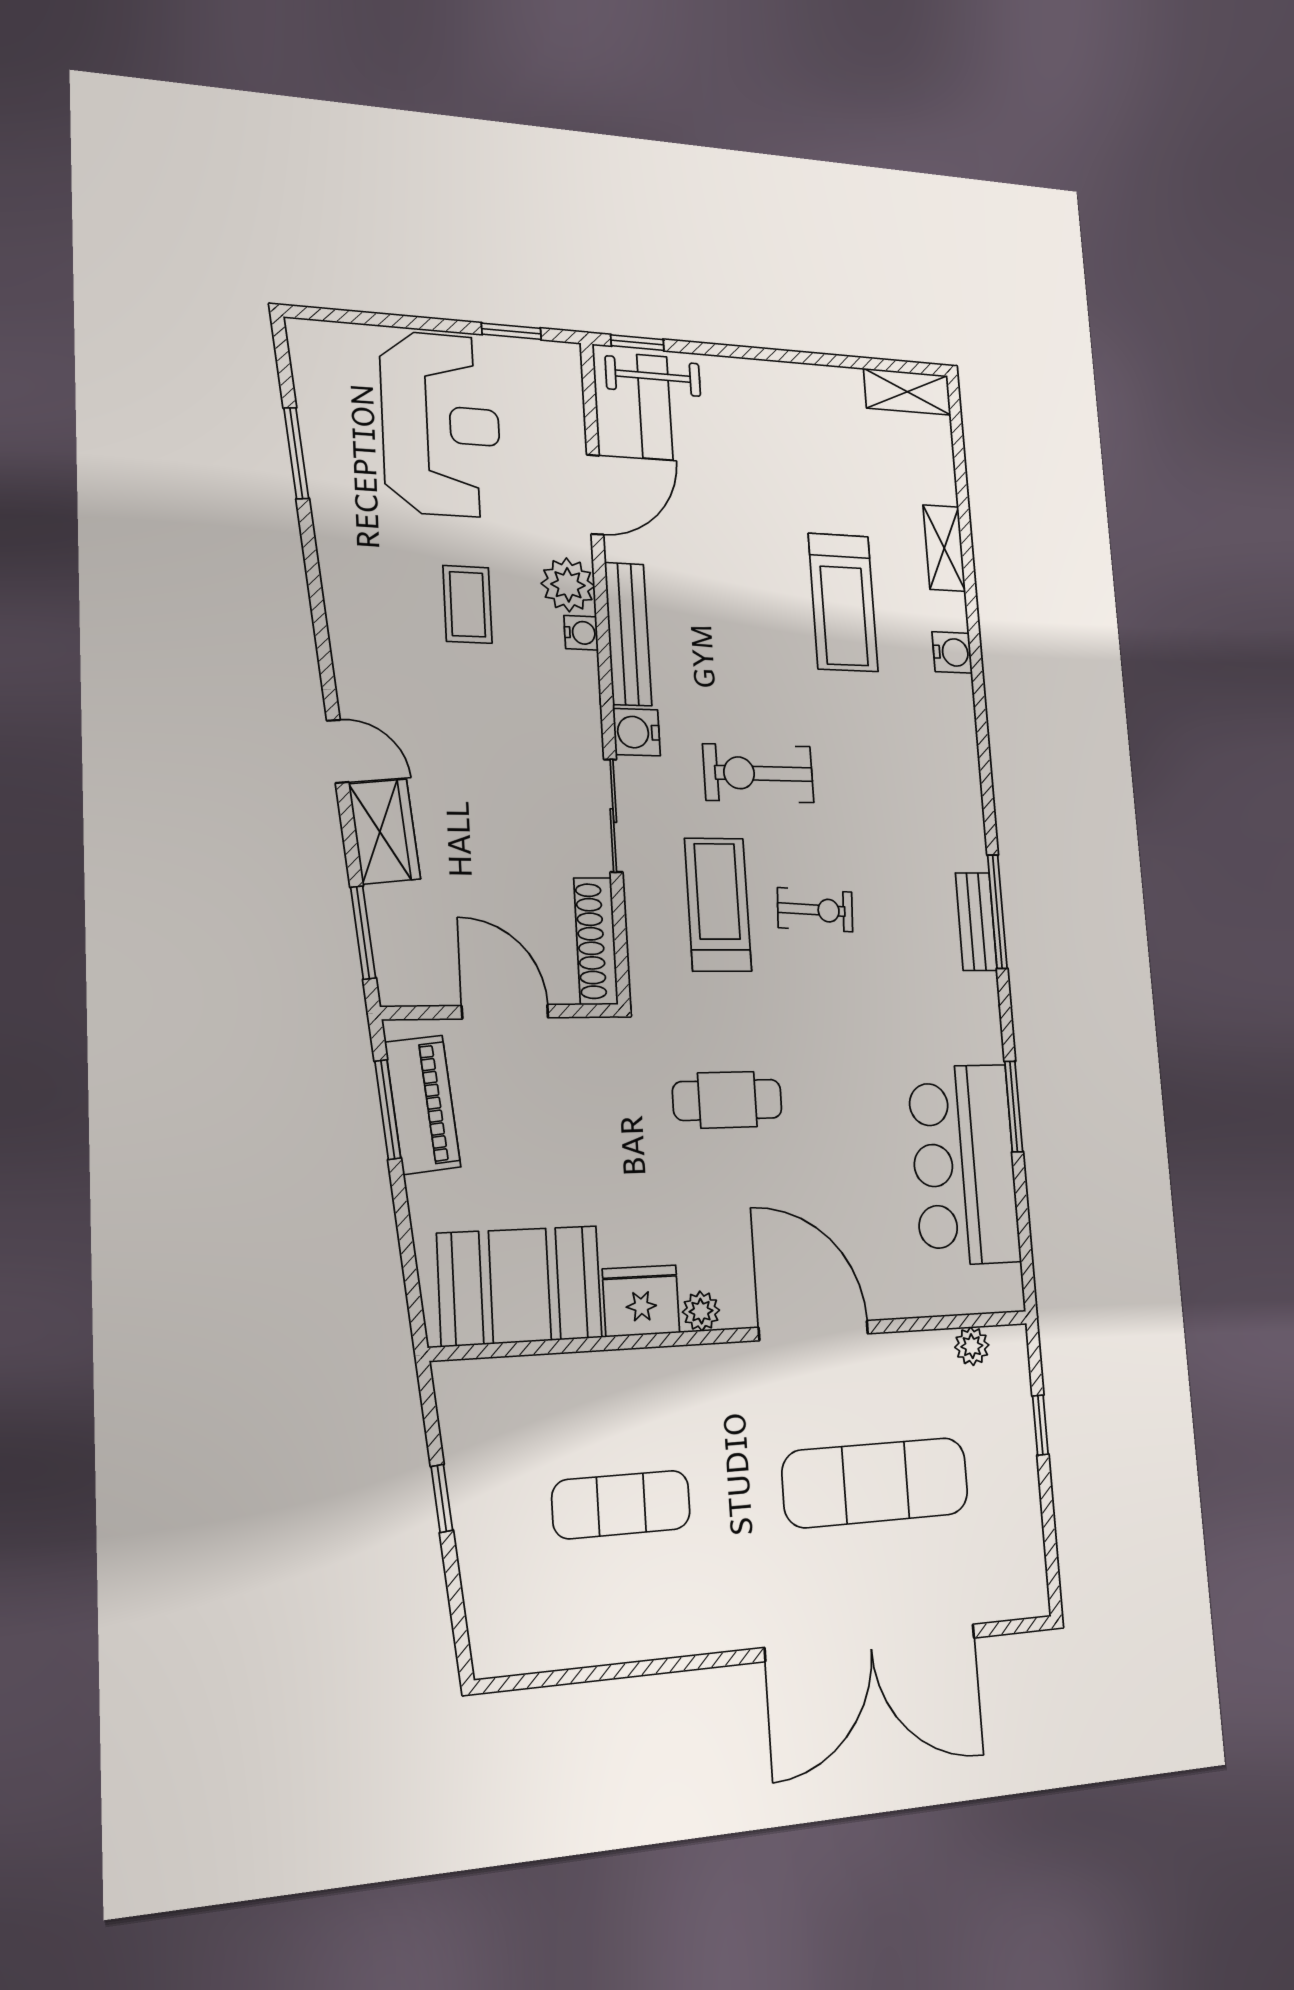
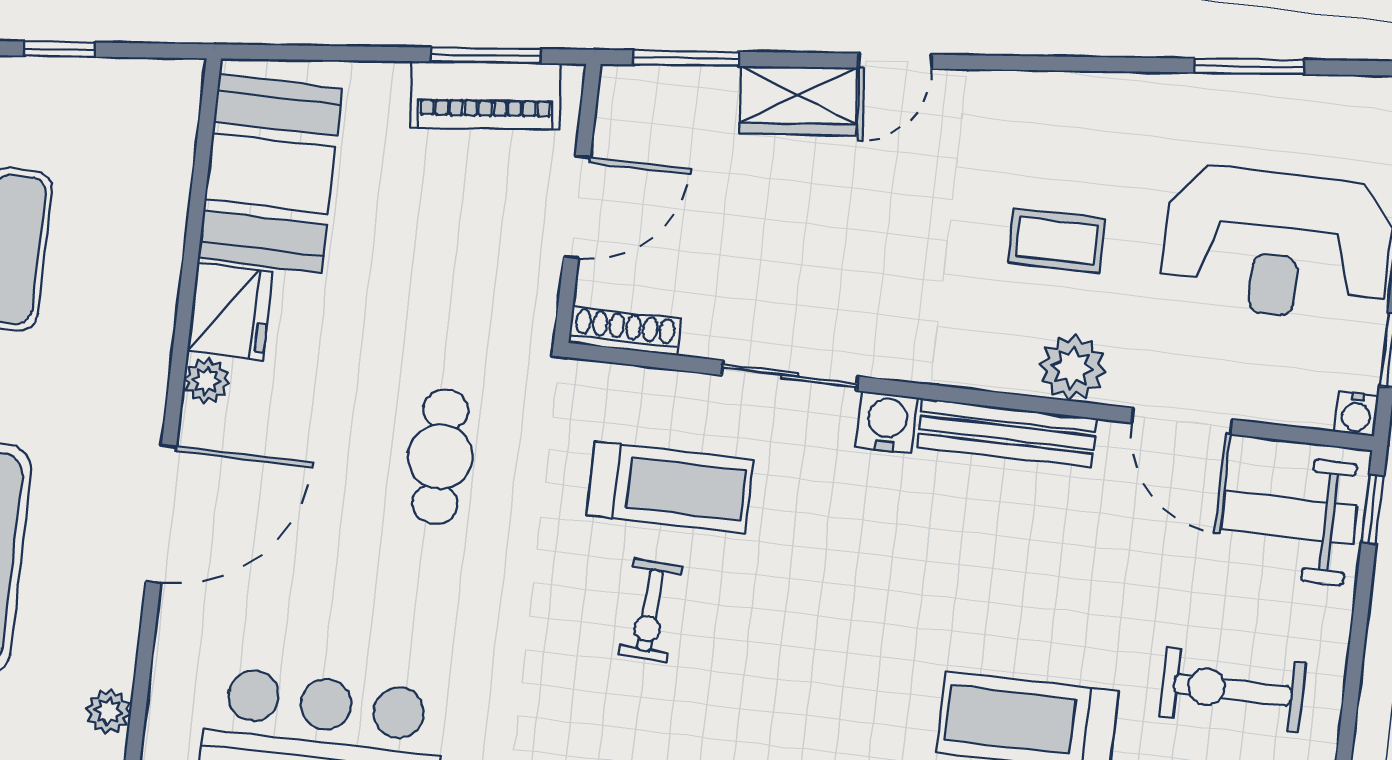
water cooler: (581, 633) -> (1356, 414), moved
exercise bike: (758, 773) -> (1233, 690), moved, turned -90
shoe rack: (596, 941) -> (625, 331), width x0.74, depth x0.81

